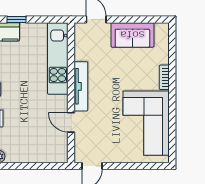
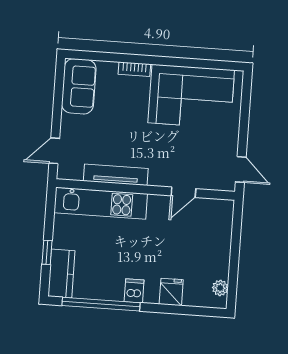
sofa: (132, 35) -> (79, 86), moved
tv unit: (81, 86) -> (116, 175), moved

